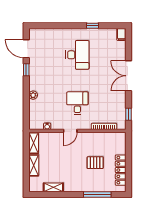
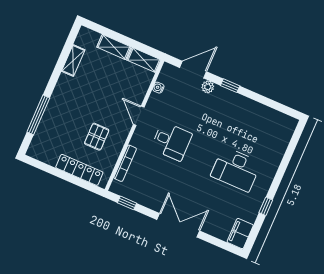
filing cabinet: (121, 34) -> (240, 234), width x2.00
door: (26, 49) -> (193, 70), moved
window: (26, 70) -> (230, 86), moved
pallet: (95, 163) -> (97, 137), moved
locker: (121, 170) -> (79, 170), moved

